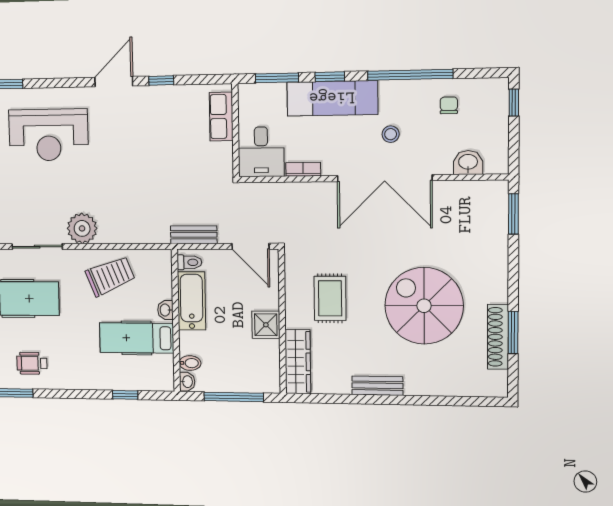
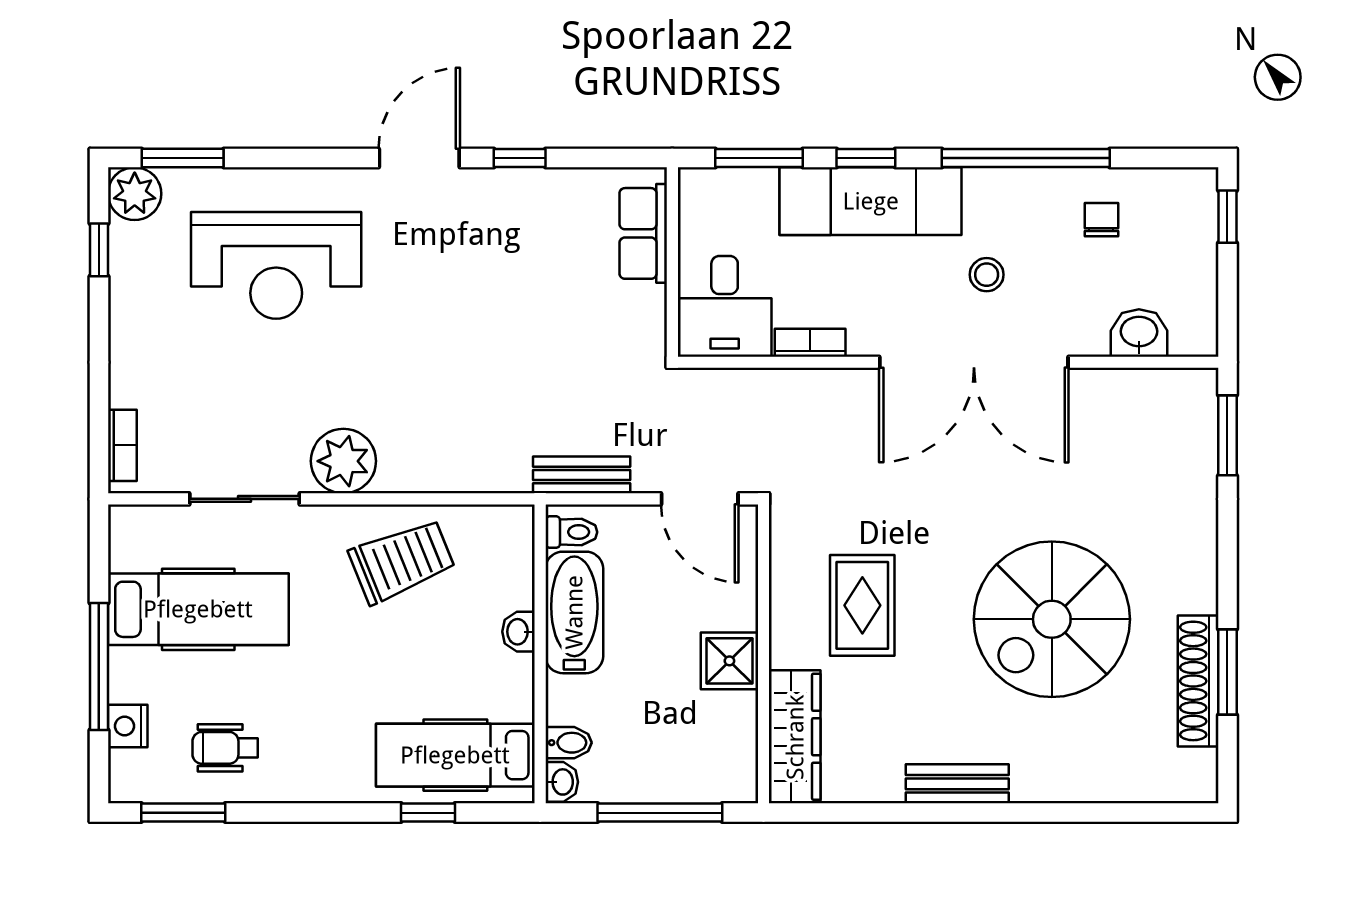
spiral stairs: (424, 306) -> (1052, 619), turned -90
hospital bed: (137, 338) -> (455, 755), moved

